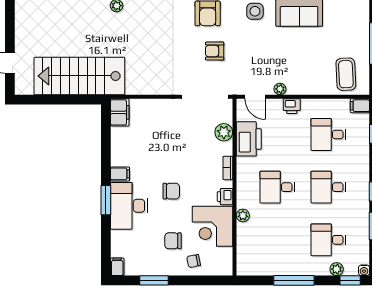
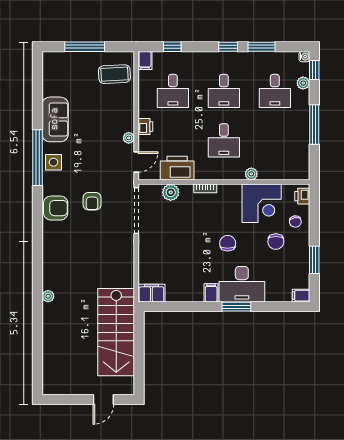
printer: (225, 197) -> (302, 196), moved, turned 90

